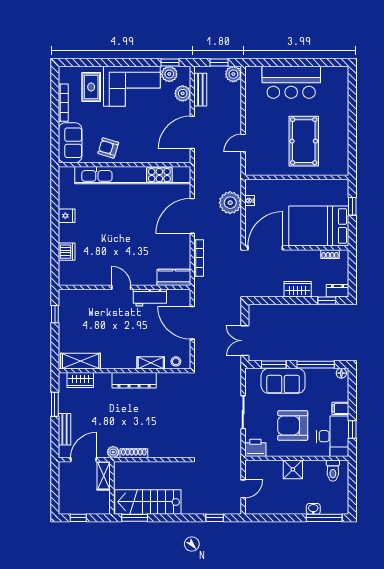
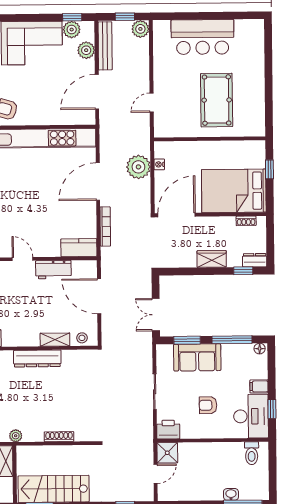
bench: (200, 90) -> (105, 46), width x1.36
armchair: (293, 425) -> (208, 405), width x0.53, depth x0.53
shoe rack: (134, 453) -> (59, 437), moved
shower: (293, 469) -> (167, 453), moved

